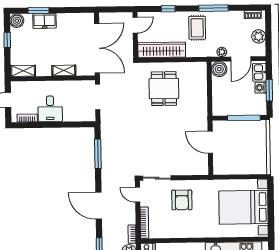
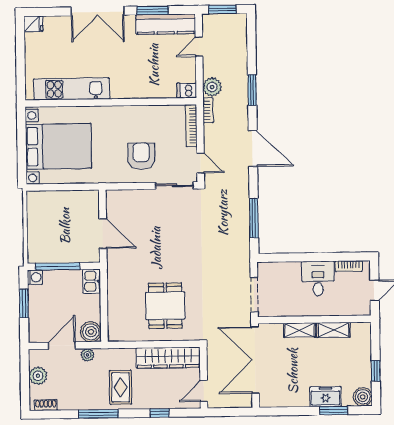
shelving: (23, 71) -> (333, 330), moved
kitchen sink: (259, 72) -> (92, 281), moved, turned 180
washing machine: (261, 88) -> (35, 277), moved

